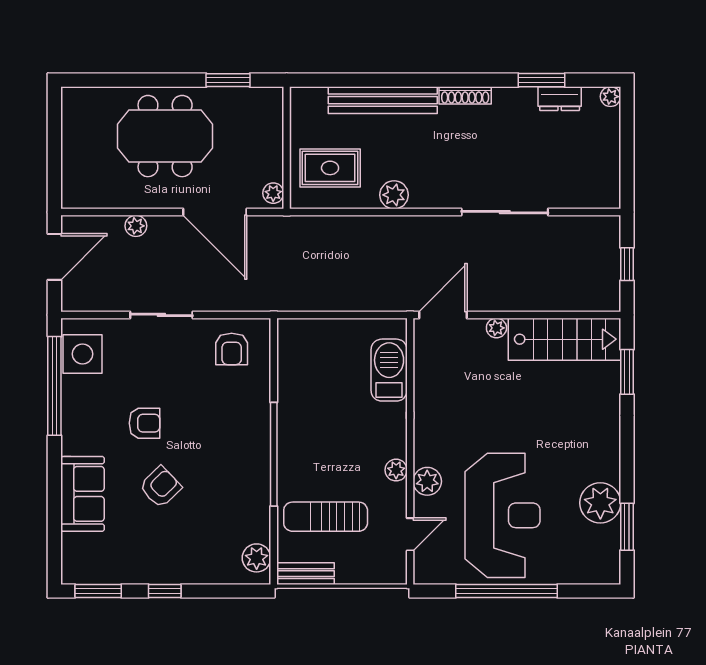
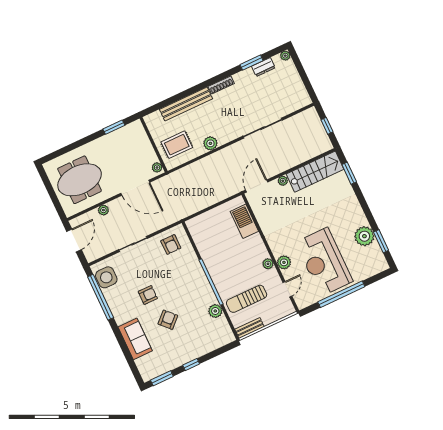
meeting table: (165, 136) -> (80, 180), moved
reception desk: (503, 515) -> (324, 262), turned 180
plant: (257, 558) -> (215, 311), moved

